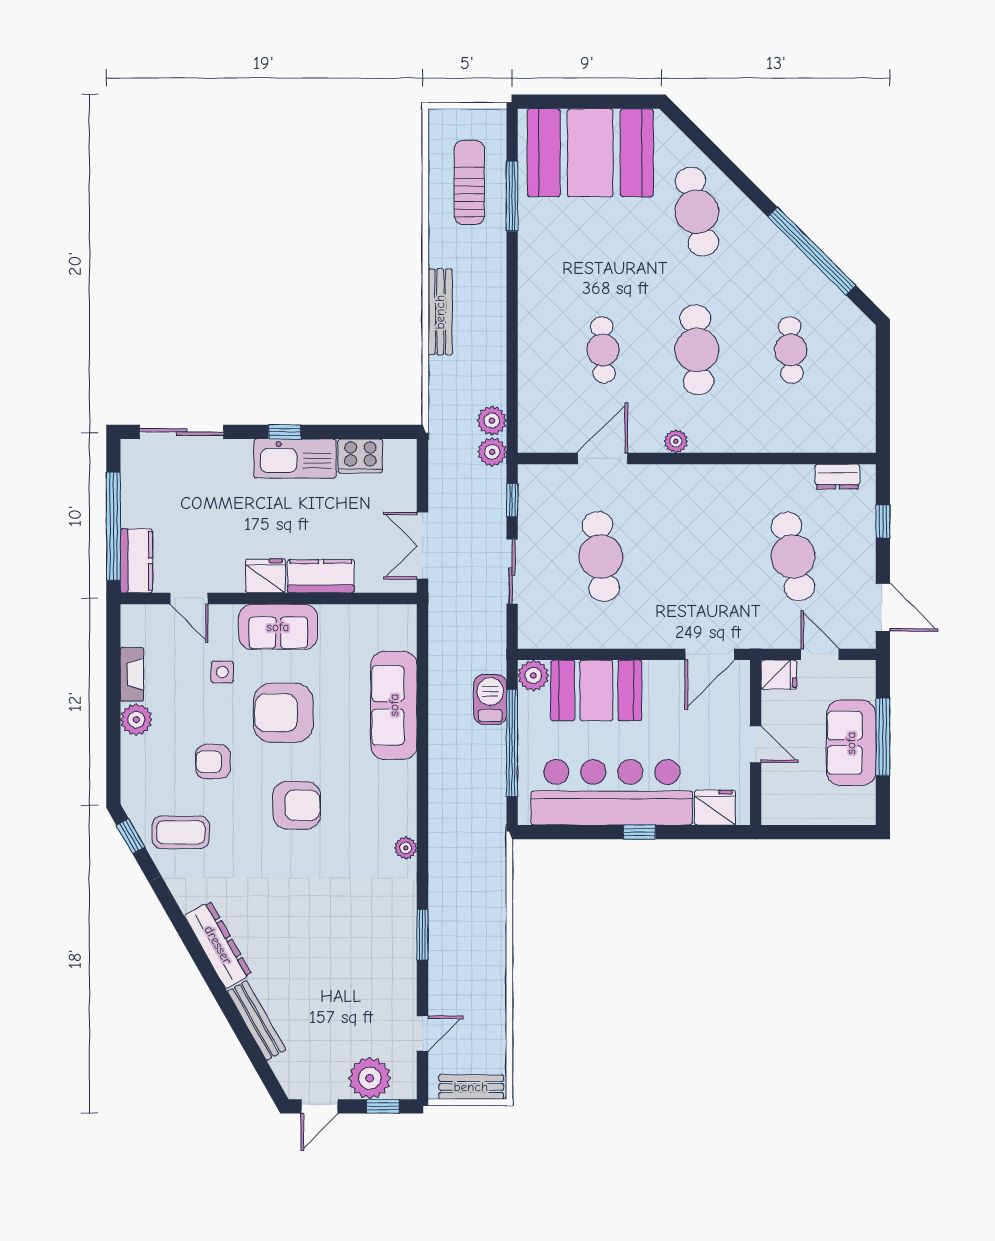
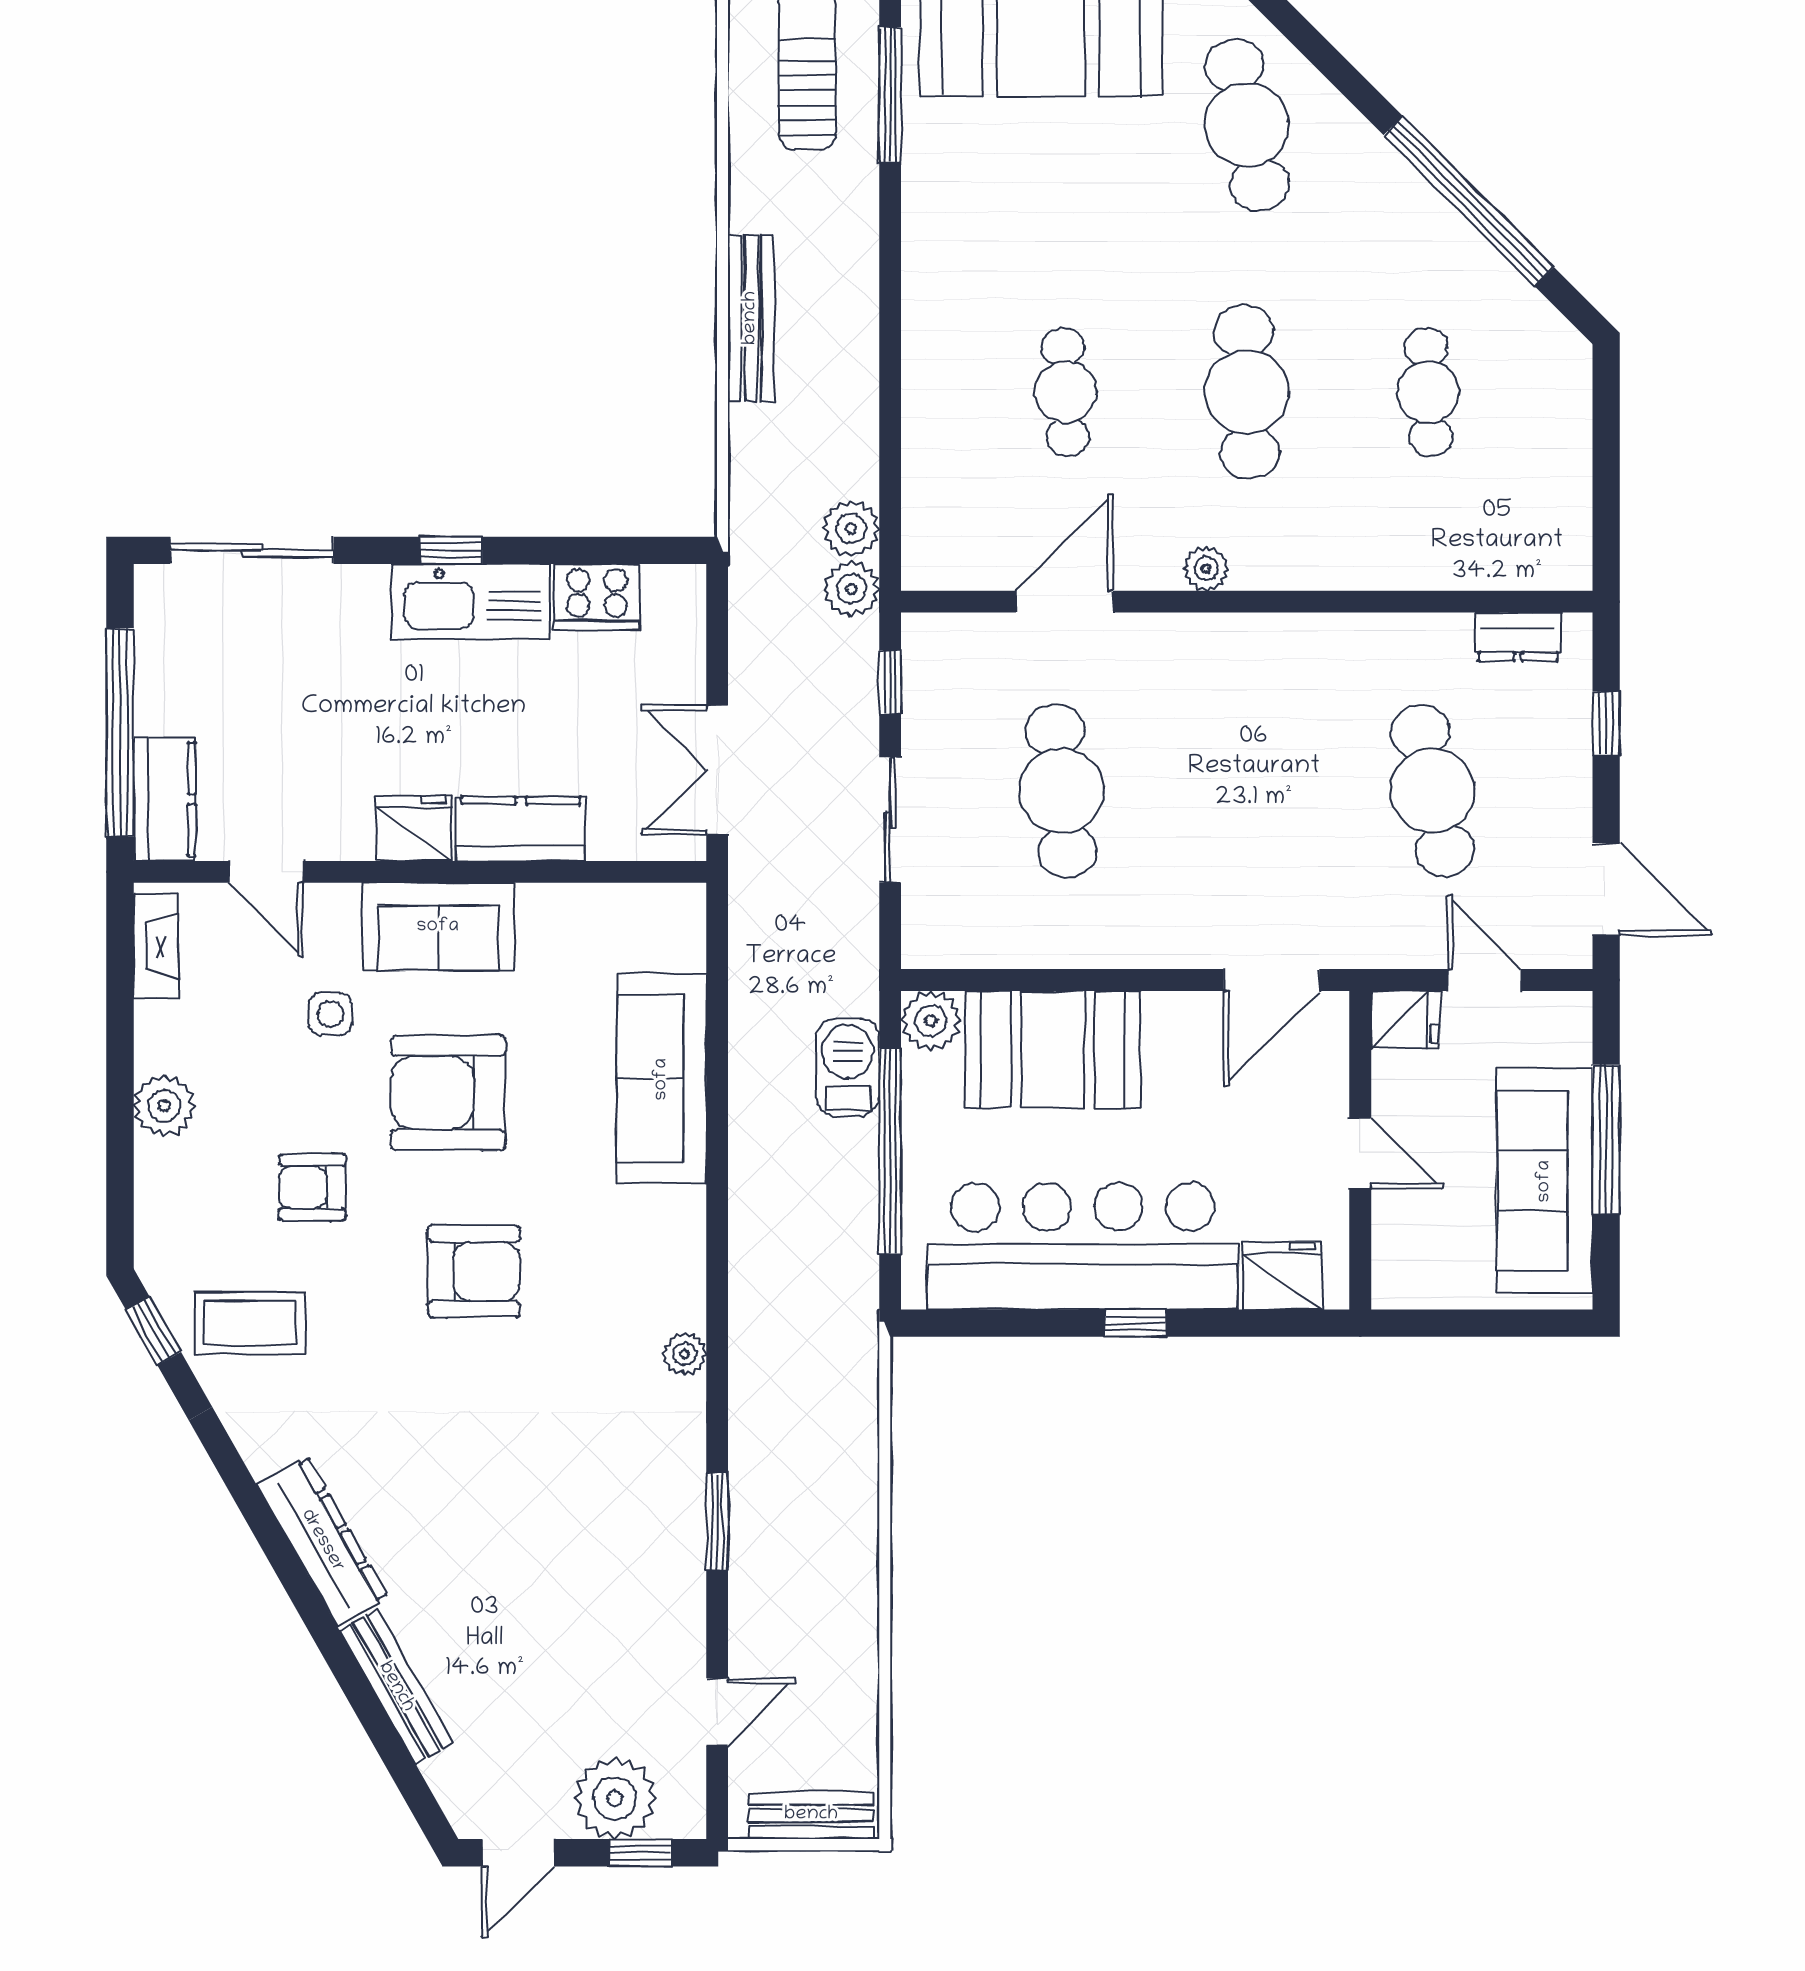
fireplace: (132, 674) -> (156, 946), moved
sofa: (851, 743) -> (1545, 1181), width x1.36

